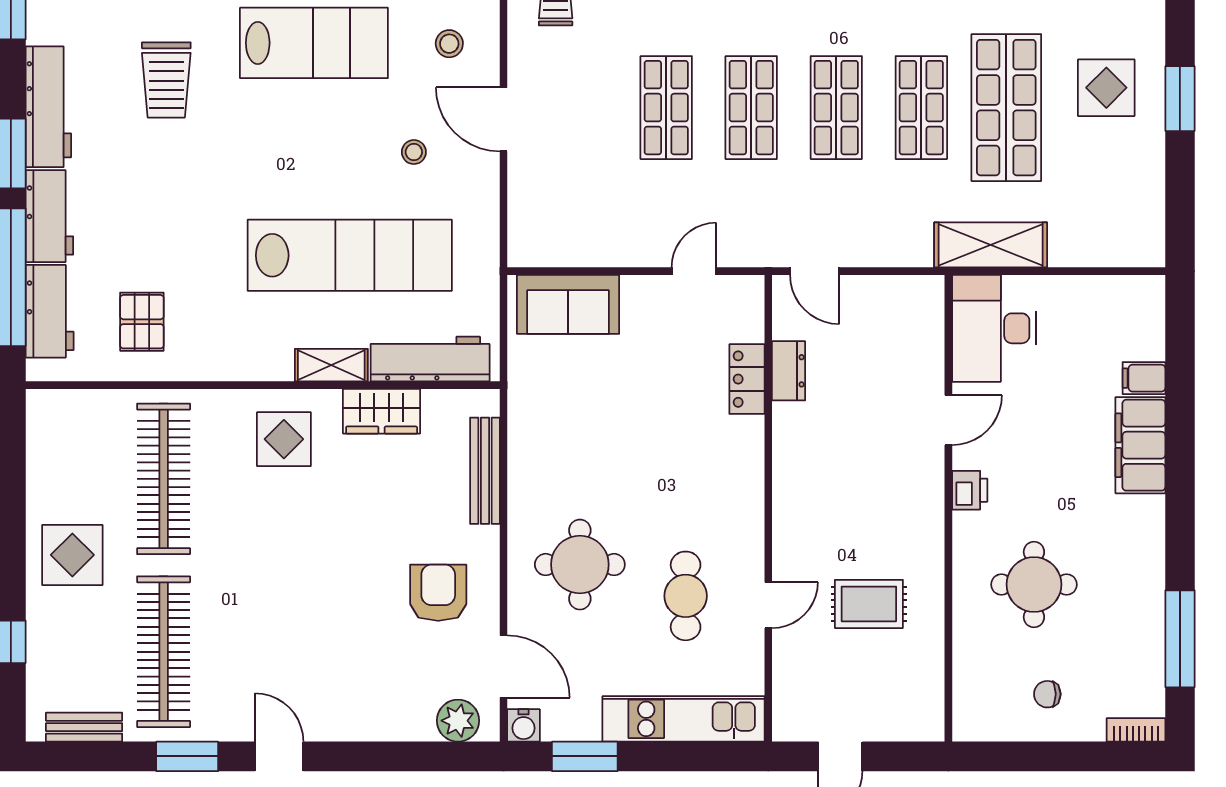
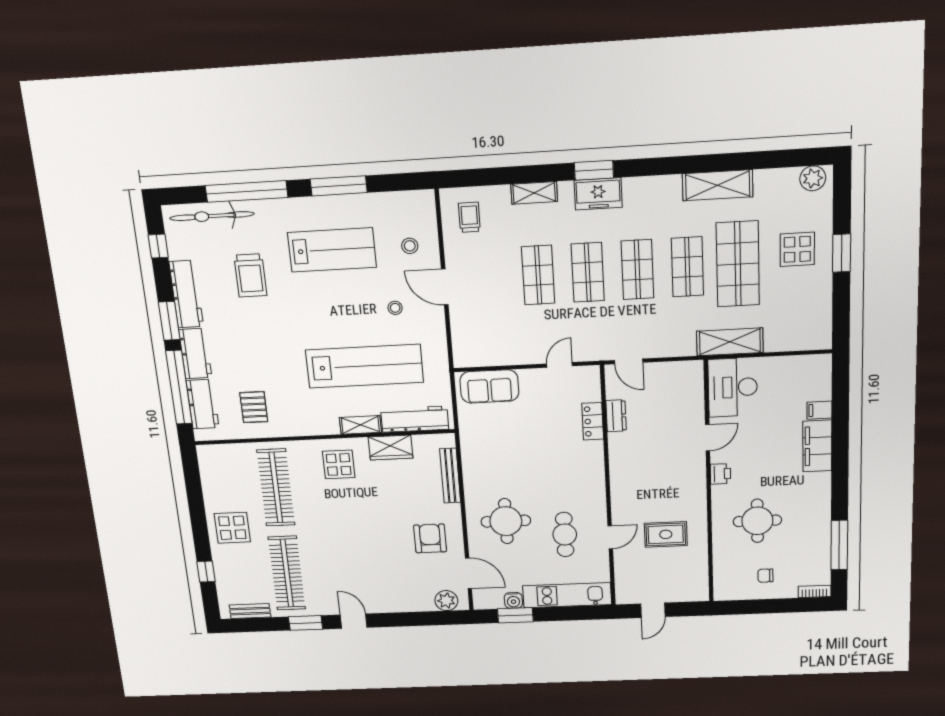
water cooler: (524, 725) -> (513, 600), moved

